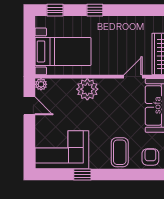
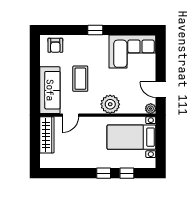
window: (55, 10) -> (127, 173), moved
coffee table: (120, 152) -> (80, 79), moved
window: (82, 175) -> (95, 30), moved

